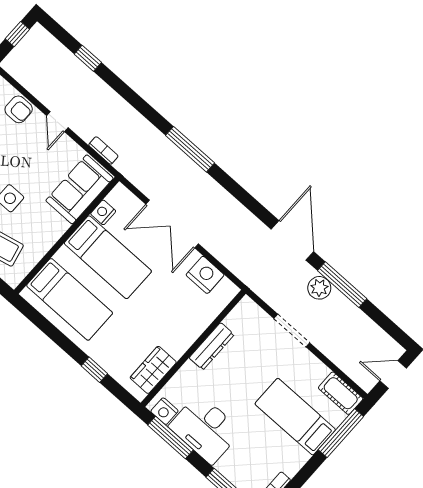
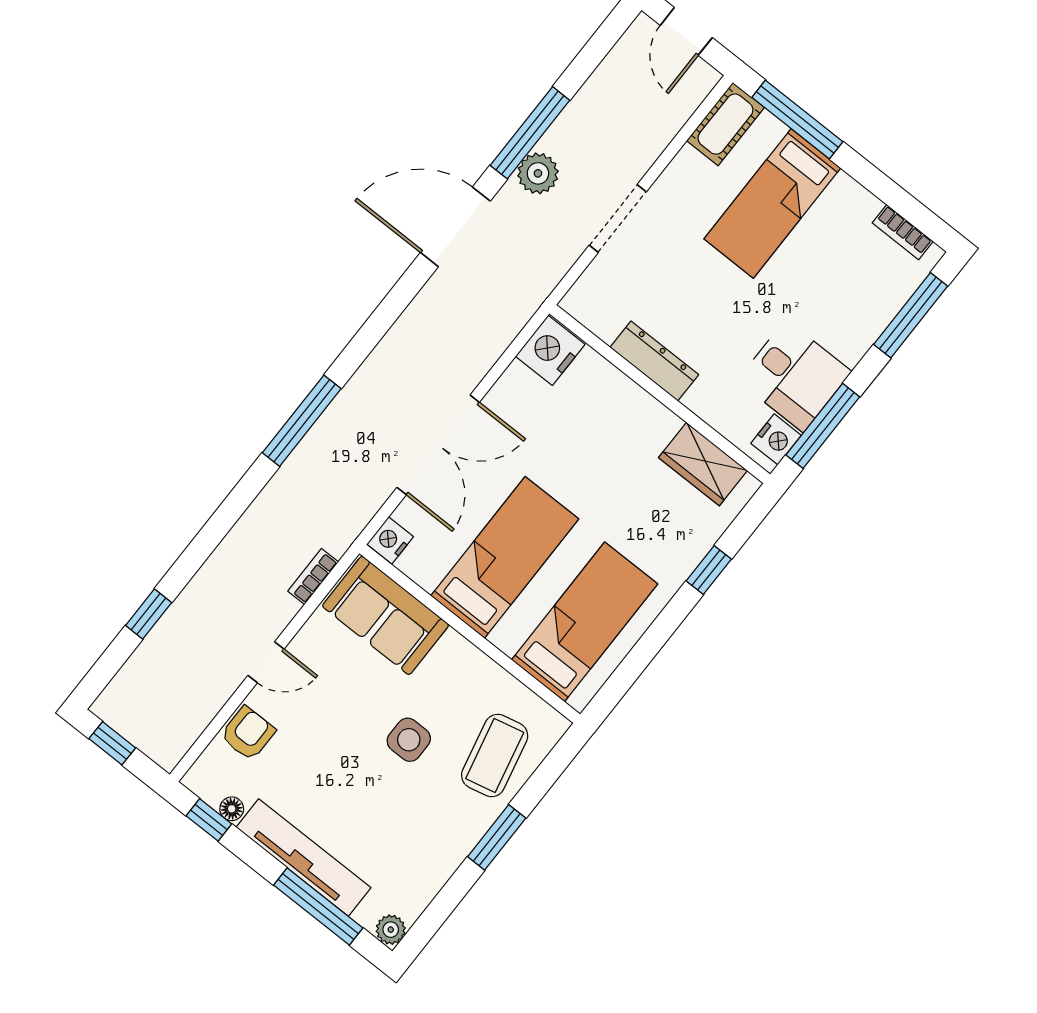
nightstand: (103, 212) -> (390, 540), moved, turned 90
nightstand: (205, 275) -> (550, 350), moved
desk: (205, 429) -> (794, 376), width x0.73

